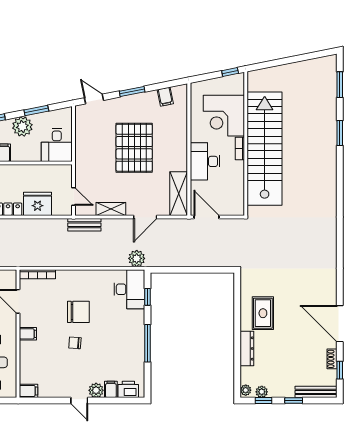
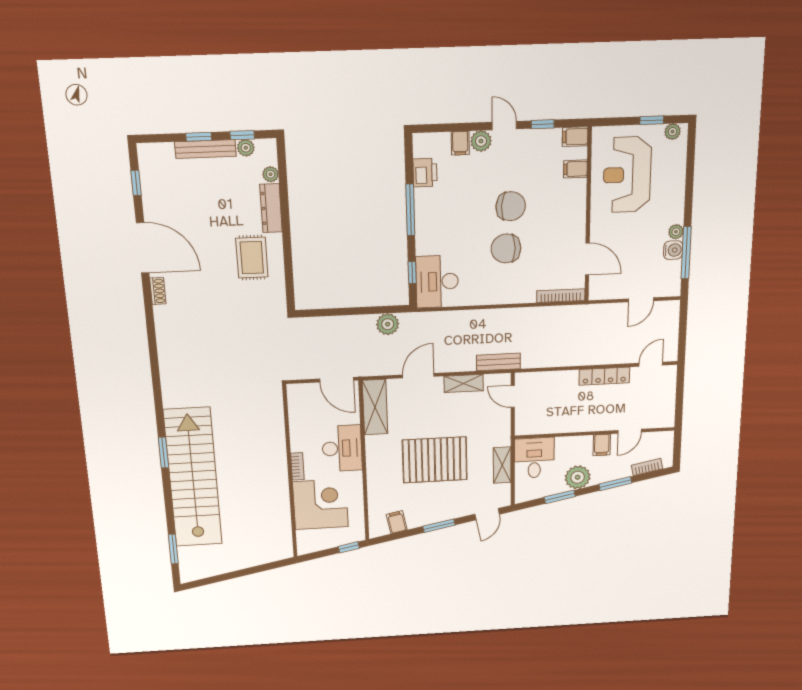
window: (230, 72) -> (349, 547), moved
door: (94, 99) -> (487, 514), hinge flipped
window: (340, 133) -> (163, 453), moved
shelving: (82, 140) -> (502, 465), added
pallet: (134, 148) -> (435, 460), turned 90
stairs: (265, 149) -> (193, 478), moved, turned 180
fridge: (38, 204) -> (560, 385), removed
plant: (137, 258) -> (388, 324), moved
filing cabinet: (28, 334) -> (575, 169), moved
chair: (75, 343) -> (511, 206), width x1.87, depth x1.87
shoe rack: (332, 359) -> (158, 291), moved
printer: (128, 389) -> (425, 173), moved, turned -90
plant: (246, 390) -> (271, 174), moved
bench: (316, 392) -> (205, 149), moved
window: (52, 401) -> (543, 124), added

